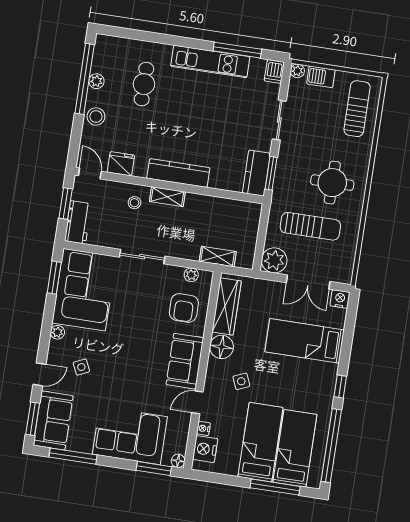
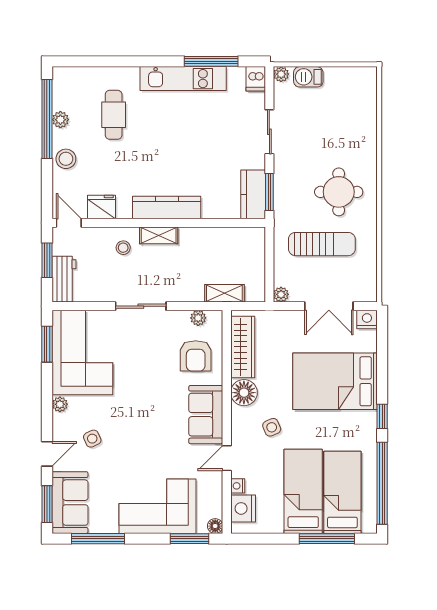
sun lounger: (357, 109) -> (354, 106), removed
plant: (274, 260) -> (281, 294), width x0.53, depth x0.53
bed: (305, 341) -> (335, 381), width x1.50

